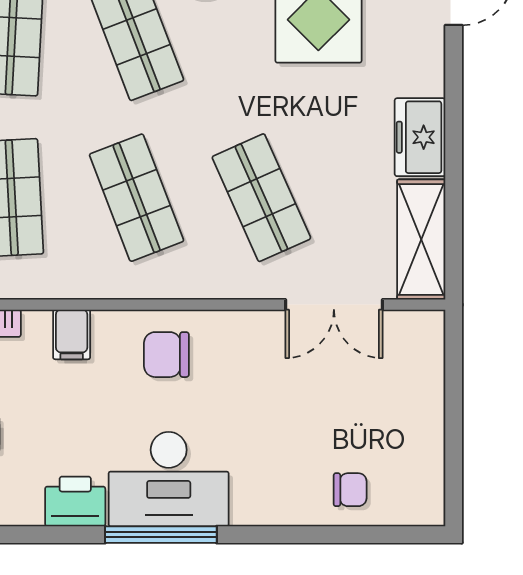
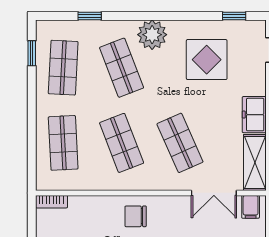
filing cabinet: (72, 334) -> (251, 207), moved

